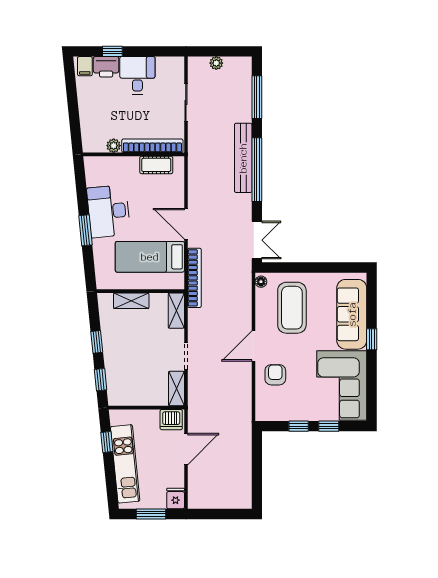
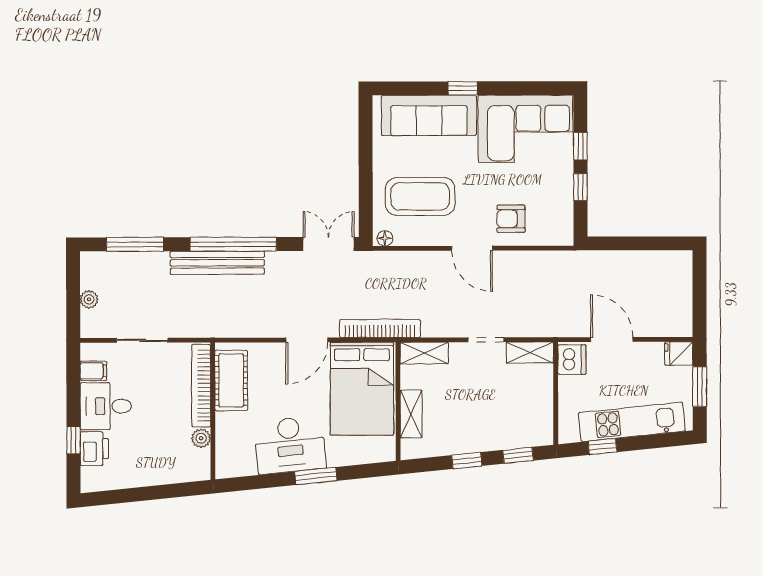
filing cabinet: (85, 66) -> (93, 371), moved
cot: (156, 165) -> (231, 380), width x1.37, depth x1.34
bed: (150, 257) -> (362, 389), width x1.50

